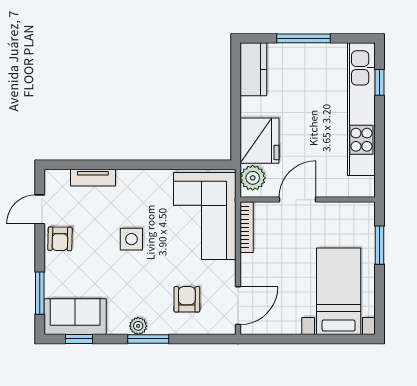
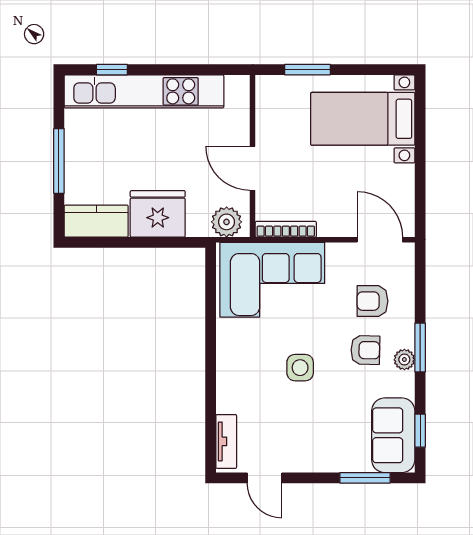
fridge: (259, 141) -> (158, 214), moved
tv unit: (93, 178) -> (226, 441), moved
armchair: (60, 239) -> (365, 350), moved

